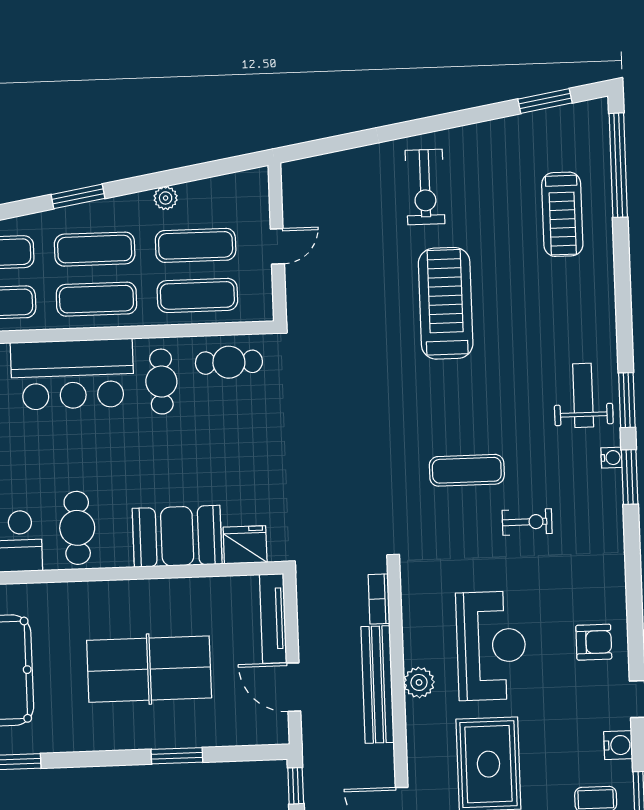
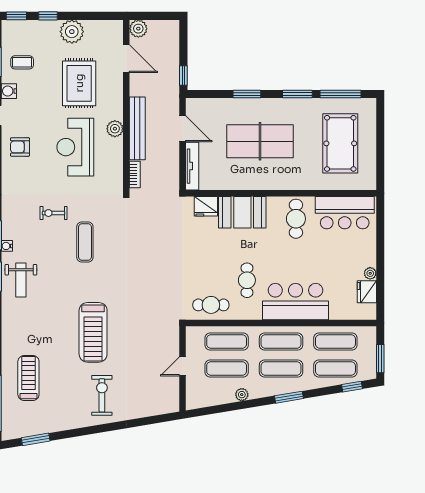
cafe table: (161, 382) -> (247, 280), moved
exercise mat: (467, 470) -> (85, 242), turned 90
window: (83, 759) -> (297, 94), added

